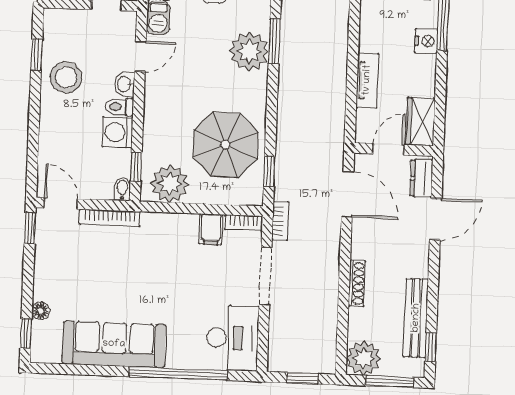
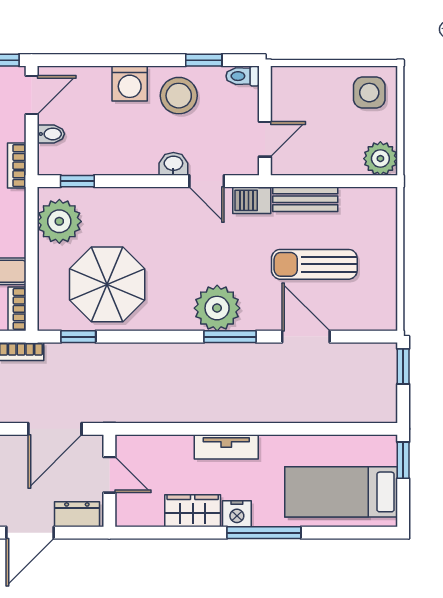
tv unit: (367, 80) -> (226, 447), moved
toilet: (119, 107) -> (243, 76), moved, turned -90
wardrobe: (421, 122) -> (193, 511), moved
washing machine: (117, 132) -> (130, 84), moved, turned 180
bidet: (122, 189) -> (51, 134), moved
bookcase: (110, 218) -> (17, 166), width x0.64
door: (436, 219) -> (30, 533), hinge flipped

